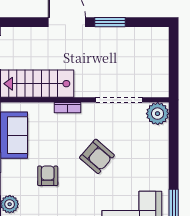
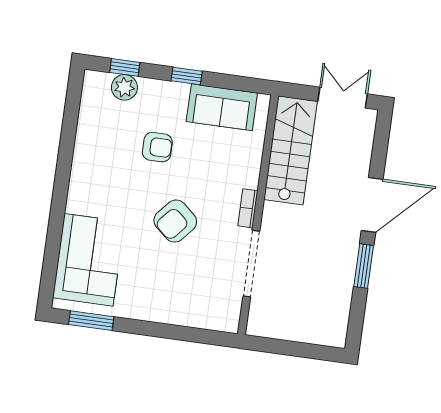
bookcase: (67, 108) -> (248, 208), moved
plant: (158, 114) -> (224, 316), removed

